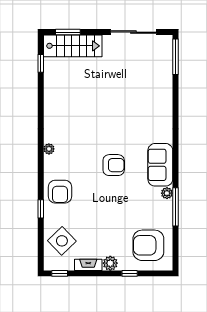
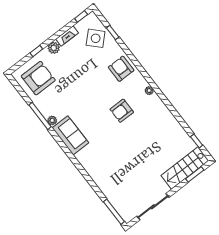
armchair: (114, 165) -> (122, 111), moved
window: (41, 209) -> (113, 32), moved

